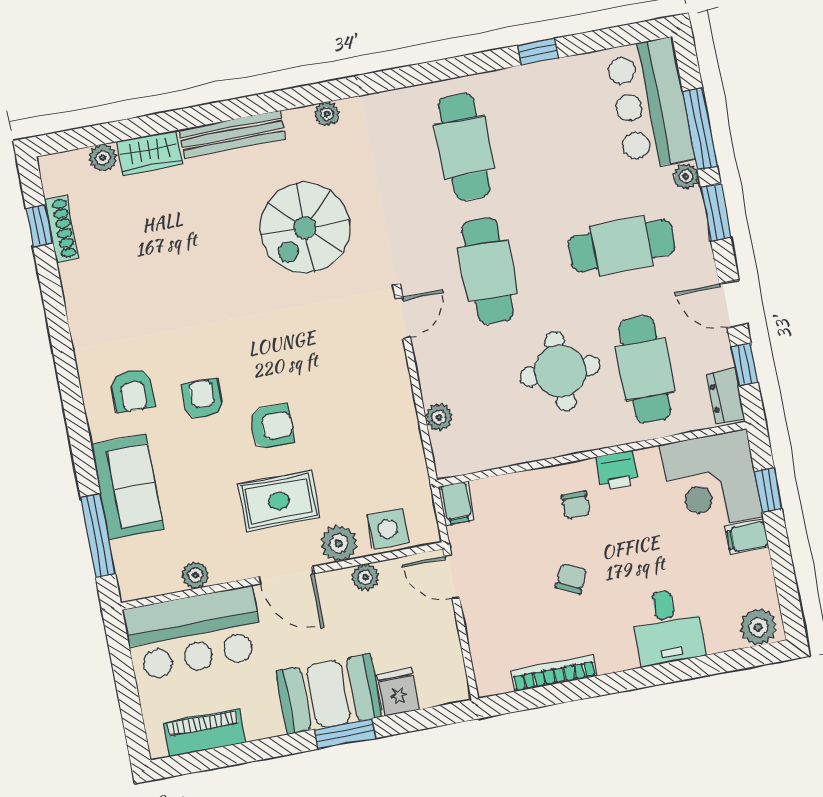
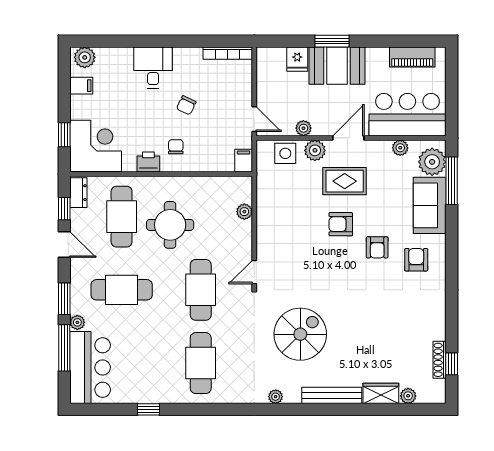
filing cabinet: (747, 537) -> (81, 86), moved
plant: (137, 562) -> (432, 162), added
door: (286, 575) -> (348, 138), hinge flipped
desk: (667, 627) -> (153, 67), moved
bookcase: (554, 673) -> (228, 53), moved

